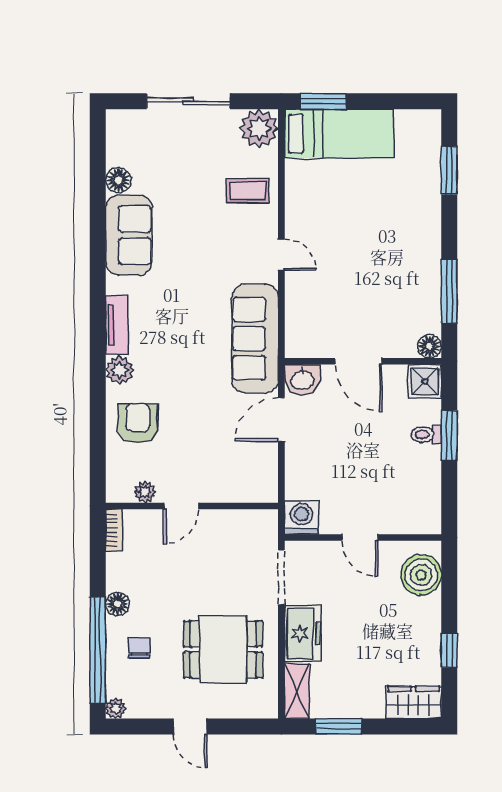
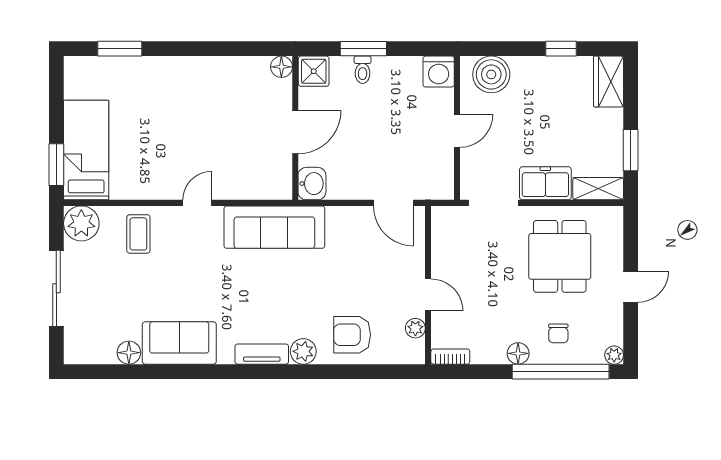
window: (449, 291) -> (231, 49), removed
door: (281, 420) -> (393, 203), moved
washing machine: (301, 517) -> (439, 72), moved, turned -90
chair: (139, 648) -> (558, 333), turned -90

